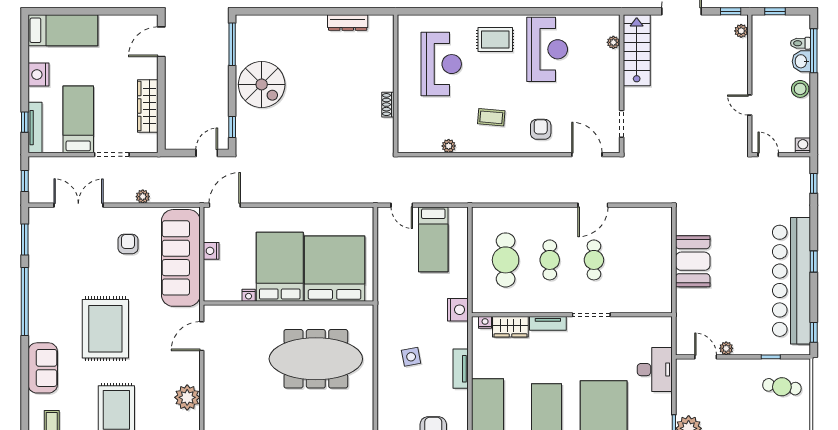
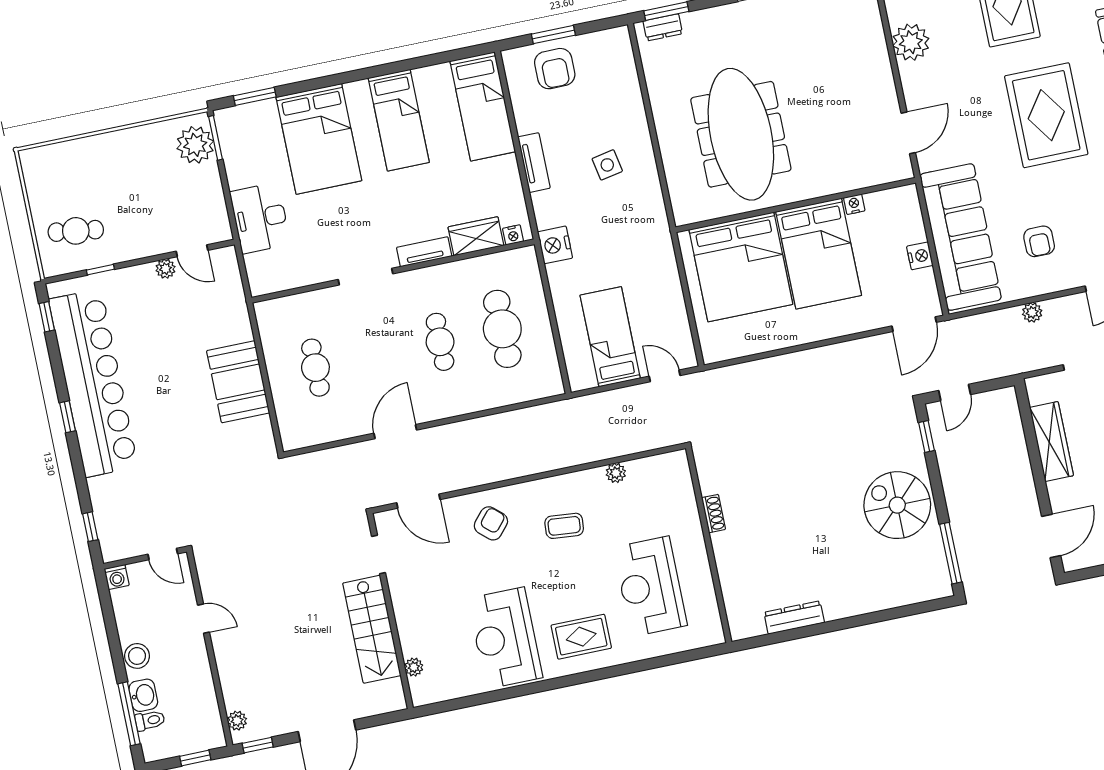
stairs: (637, 50) -> (372, 629), moved
armchair: (541, 129) -> (491, 523), turned -139
cafe table: (594, 260) -> (315, 368), moved
meeting table: (316, 359) -> (741, 134), turned 90

